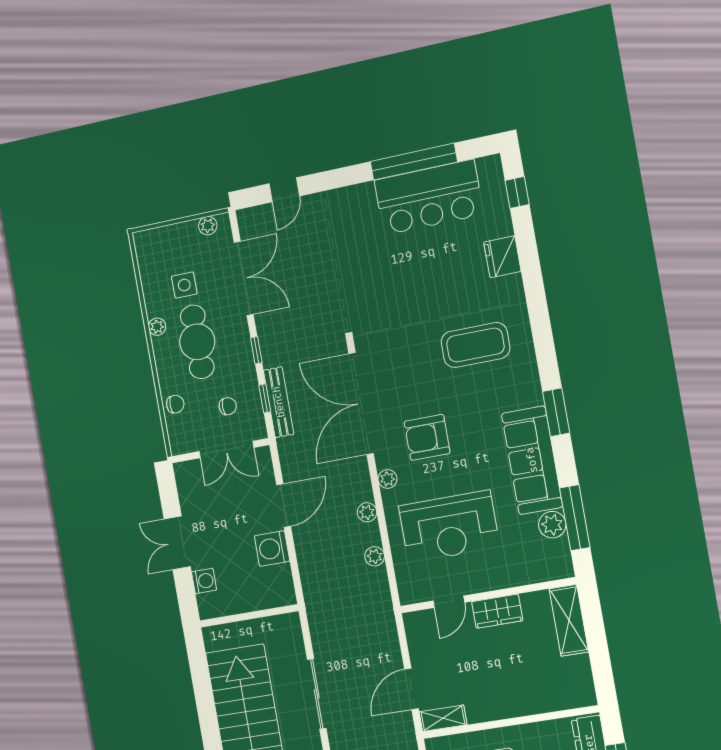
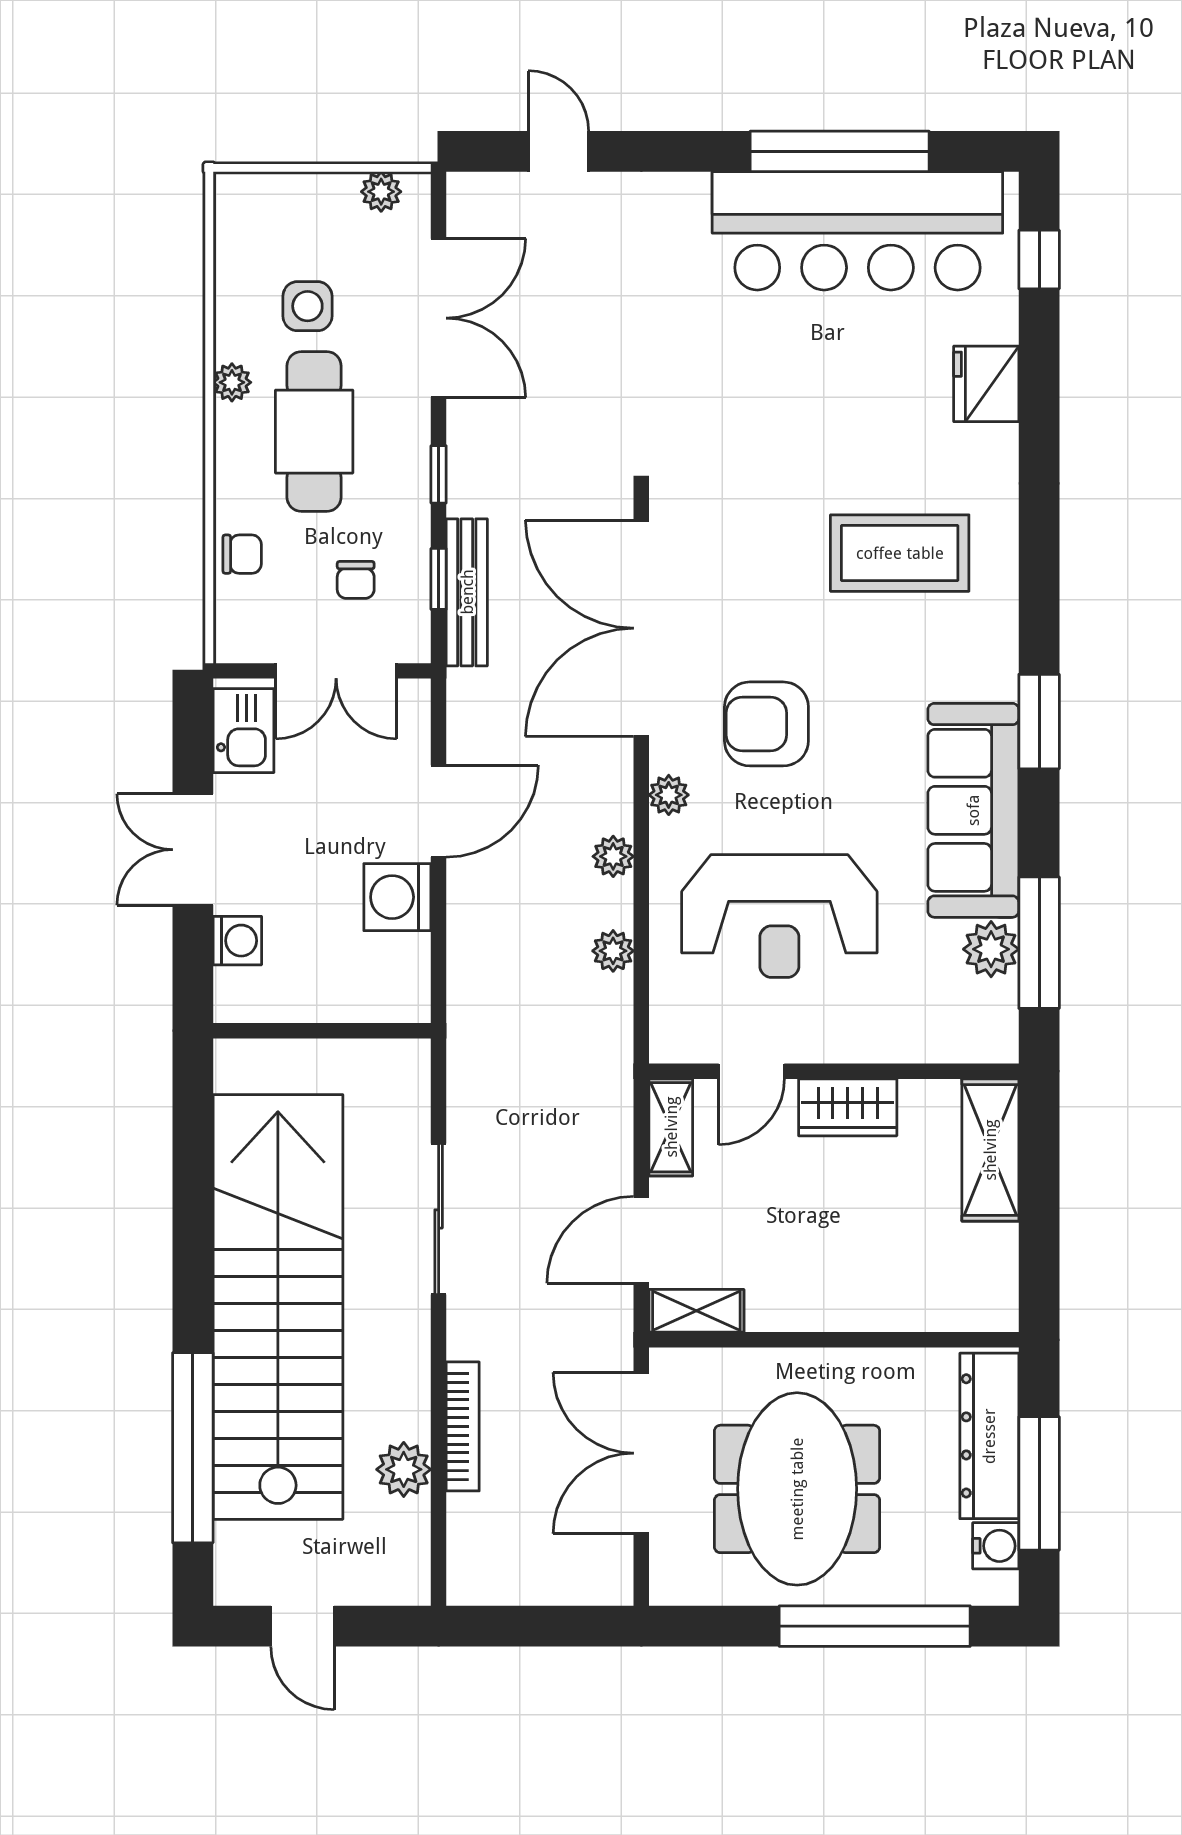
door: (284, 190) -> (558, 151), swing flipped
bar counter: (429, 197) -> (857, 231), width x1.36
chair: (228, 406) -> (356, 580), turned 90
kitchen sink: (190, 485) -> (243, 731), added
shelving: (416, 634) -> (671, 1127), added

